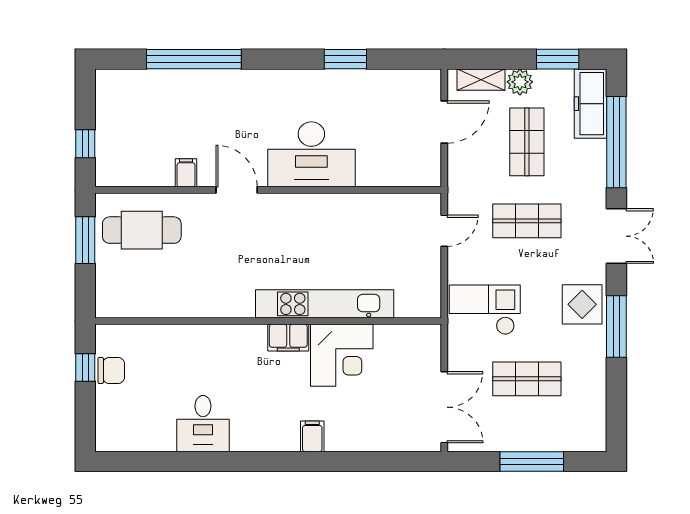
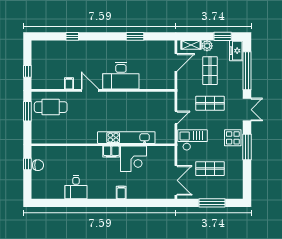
window: (194, 59) -> (72, 36), width x0.32
freezer: (590, 104) -> (236, 51), width x0.71
door: (444, 231) -> (176, 118), moved

